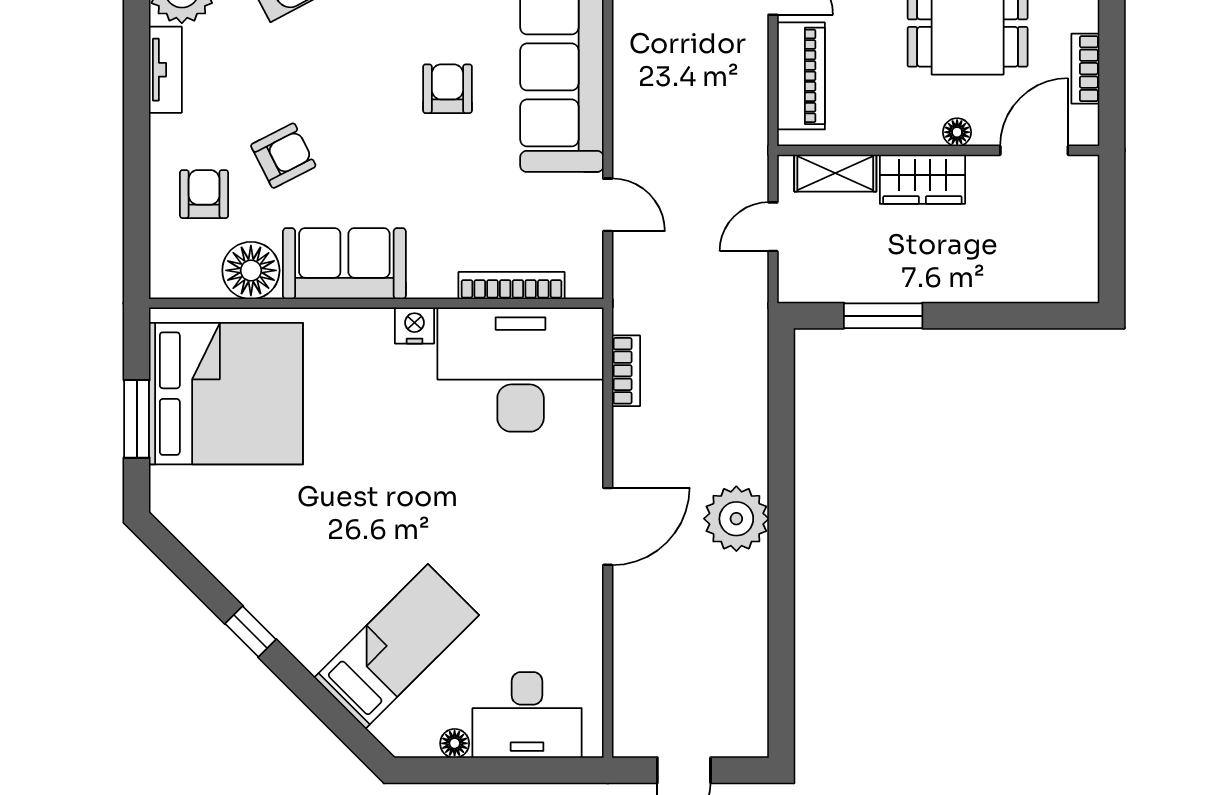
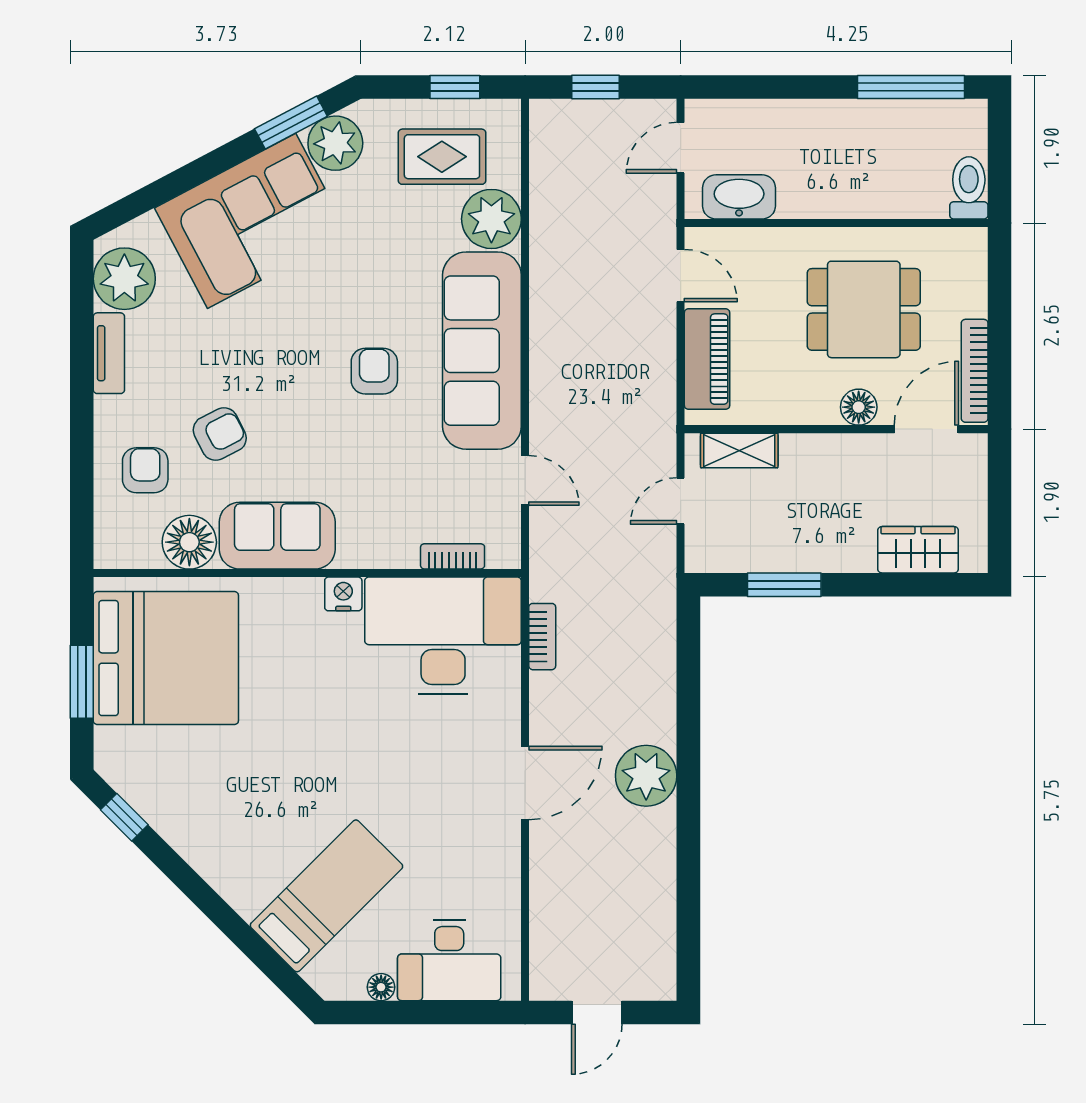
bookcase: (1085, 69) -> (975, 371), width x1.56
floor lamp: (957, 132) -> (859, 407), width x1.37, depth x1.37
wardrobe: (922, 179) -> (918, 550), moved, turned 180
bookcase: (512, 286) -> (453, 556), width x0.64
window: (251, 632) -> (124, 817), moved

